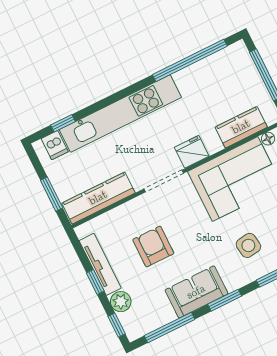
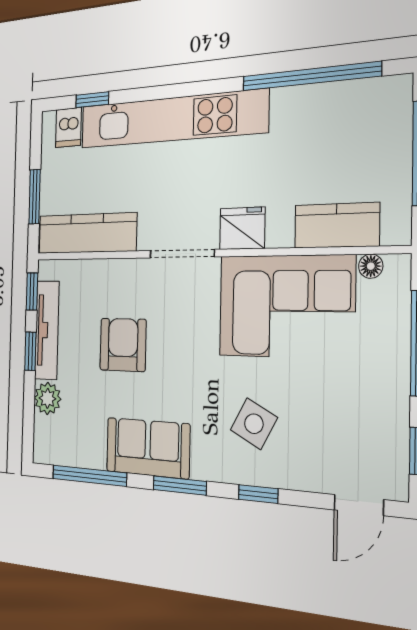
side table: (248, 245) -> (254, 424), turned 36
window: (117, 325) -> (32, 291), moved

